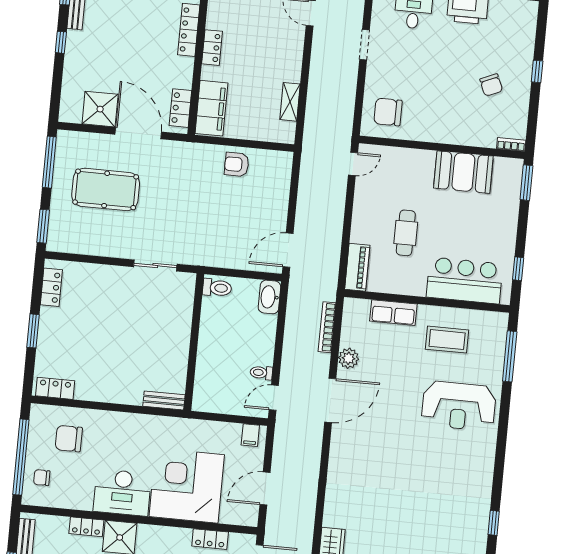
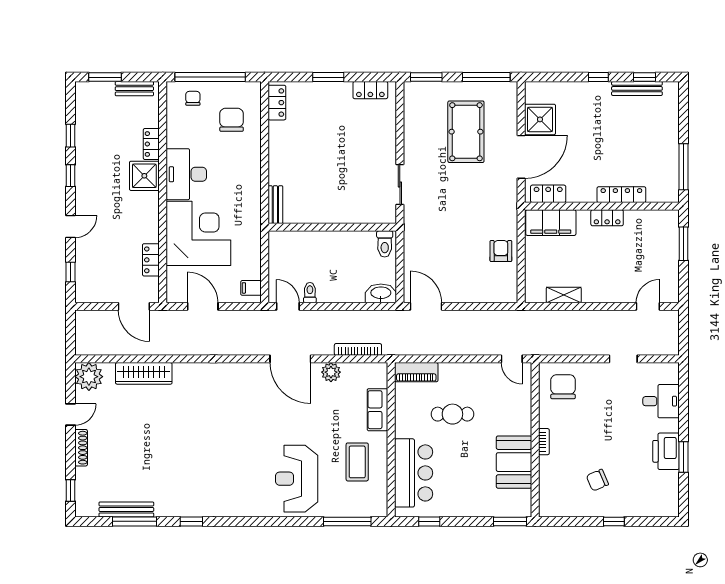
bookcase: (511, 144) -> (544, 442), moved

